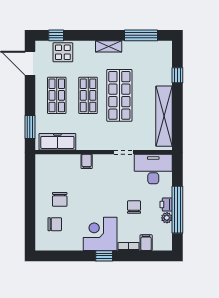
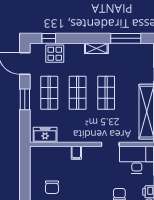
shop shelf: (119, 95) -> (106, 93), width x0.70, depth x0.74
window: (30, 127) -> (25, 99), moved
freezer: (57, 142) -> (45, 135), width x0.71

